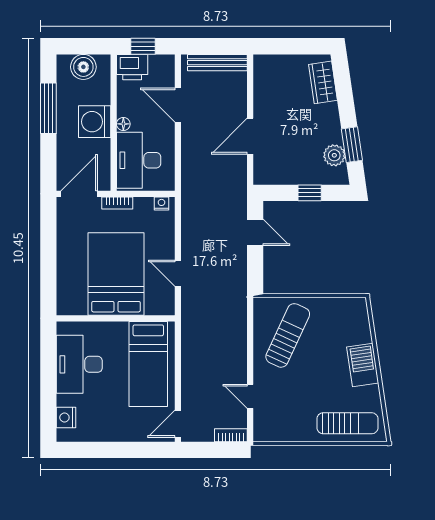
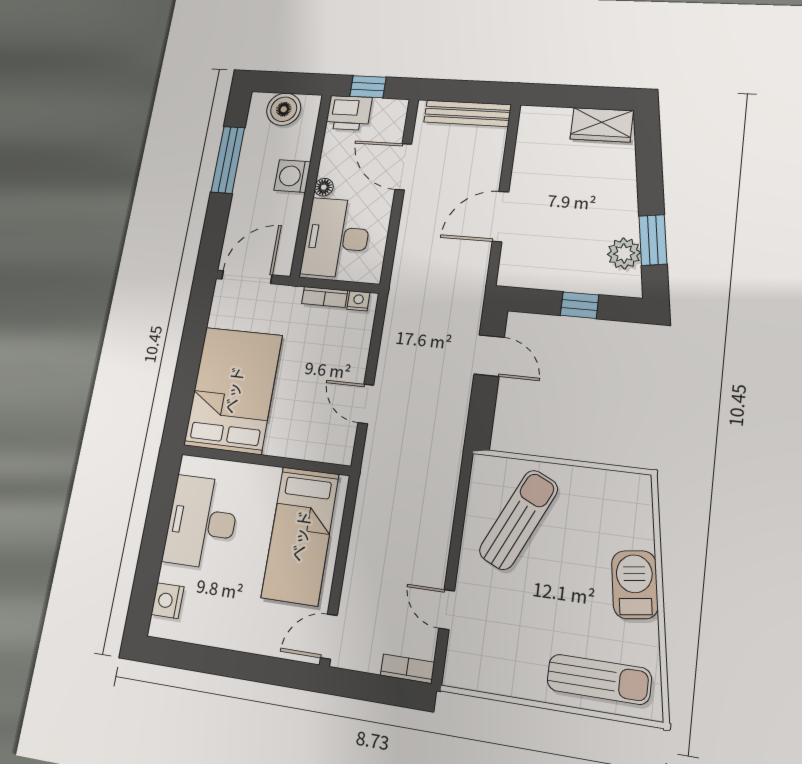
wardrobe: (323, 82) -> (602, 125), moved, turned -82
washing machine: (95, 122) -> (292, 176), width x0.73, depth x0.73
bookcase: (117, 203) -> (325, 297), moved
bed: (116, 274) -> (233, 390), moved

